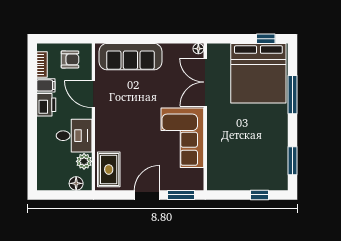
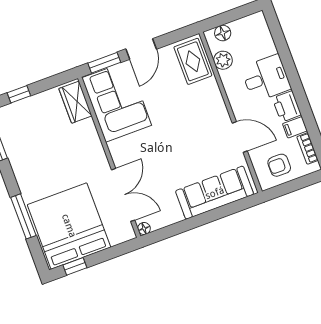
desk: (74, 136) -> (266, 78), moved, turned 180
corner sofa: (182, 138) -> (117, 101), moved
wardrobe: (216, 172) -> (75, 102), added

